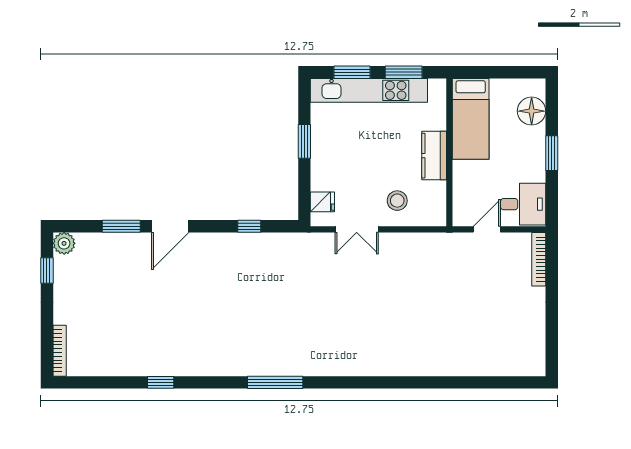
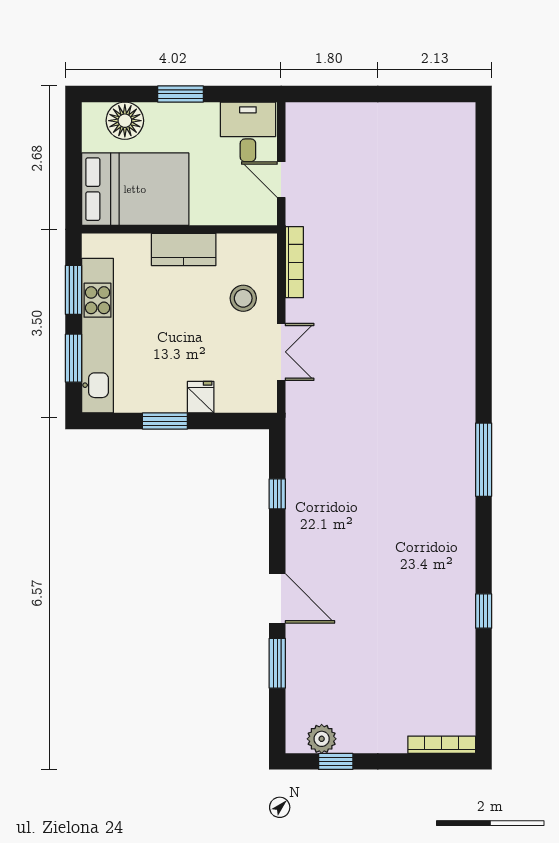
bed: (471, 119) -> (135, 189), width x1.50
fridge: (322, 202) -> (201, 397), moved
plant: (64, 243) -> (322, 739), moved
bookcase: (539, 259) -> (294, 262), moved, turned -90

